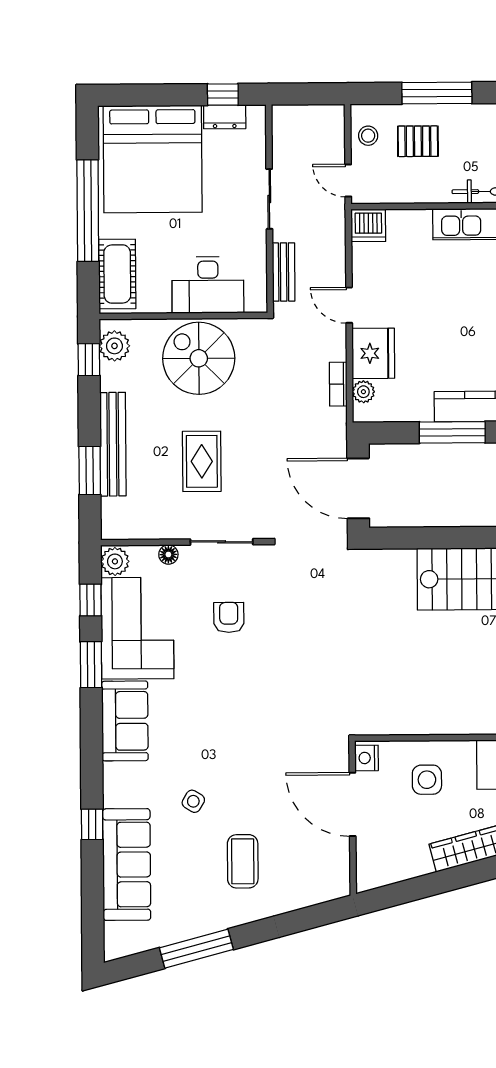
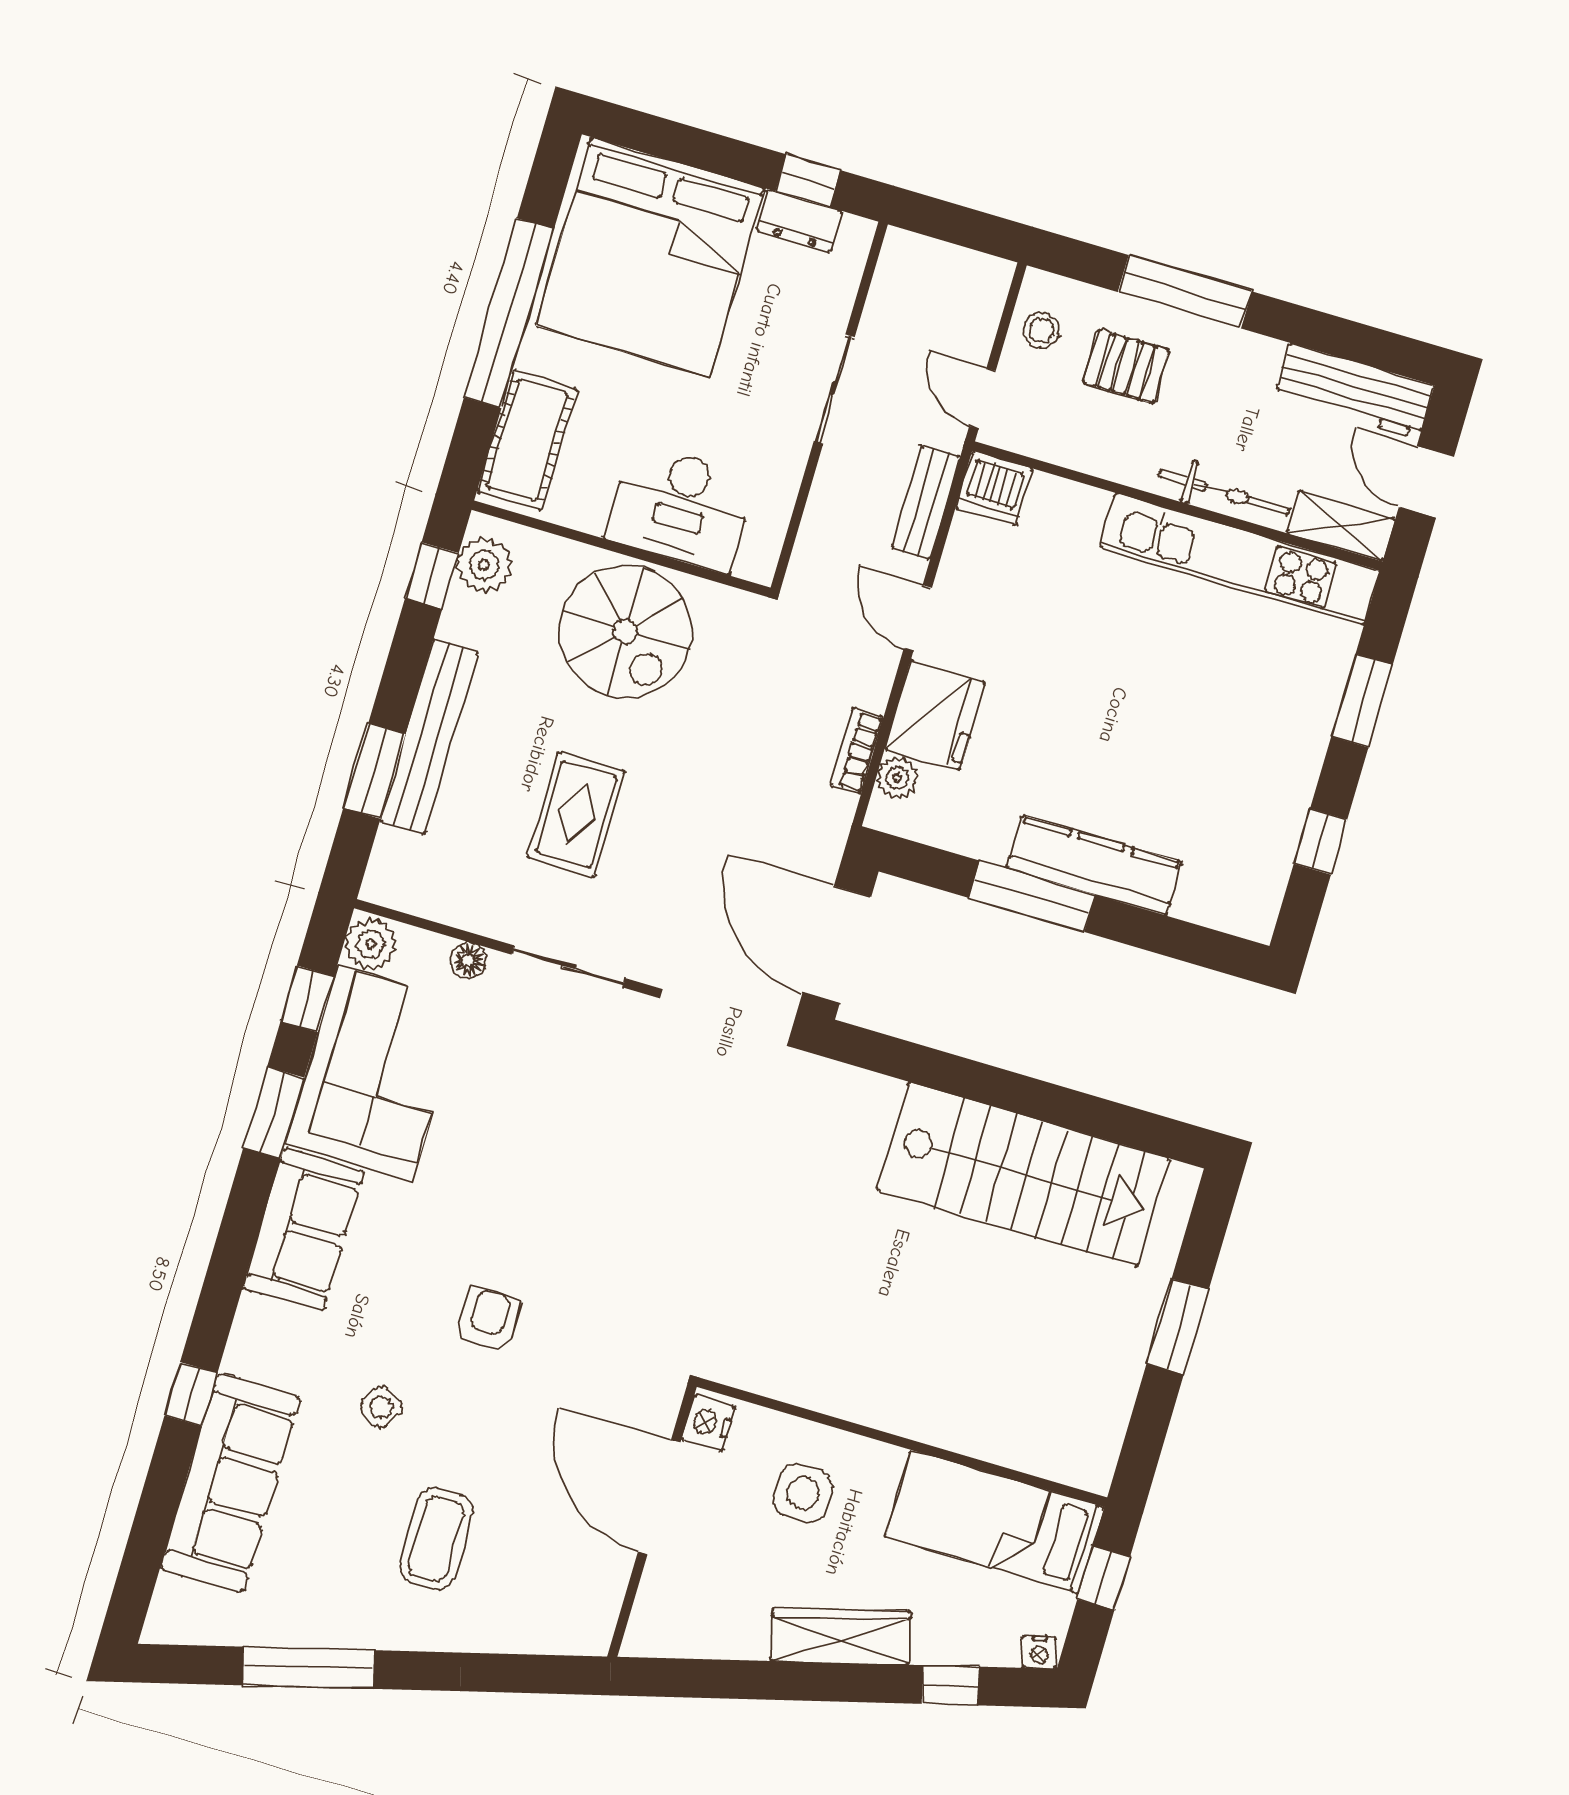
bench: (284, 272) -> (926, 502), moved
spiral stairs: (199, 358) -> (626, 632), turned 180
armchair: (229, 617) -> (488, 1320), moved

